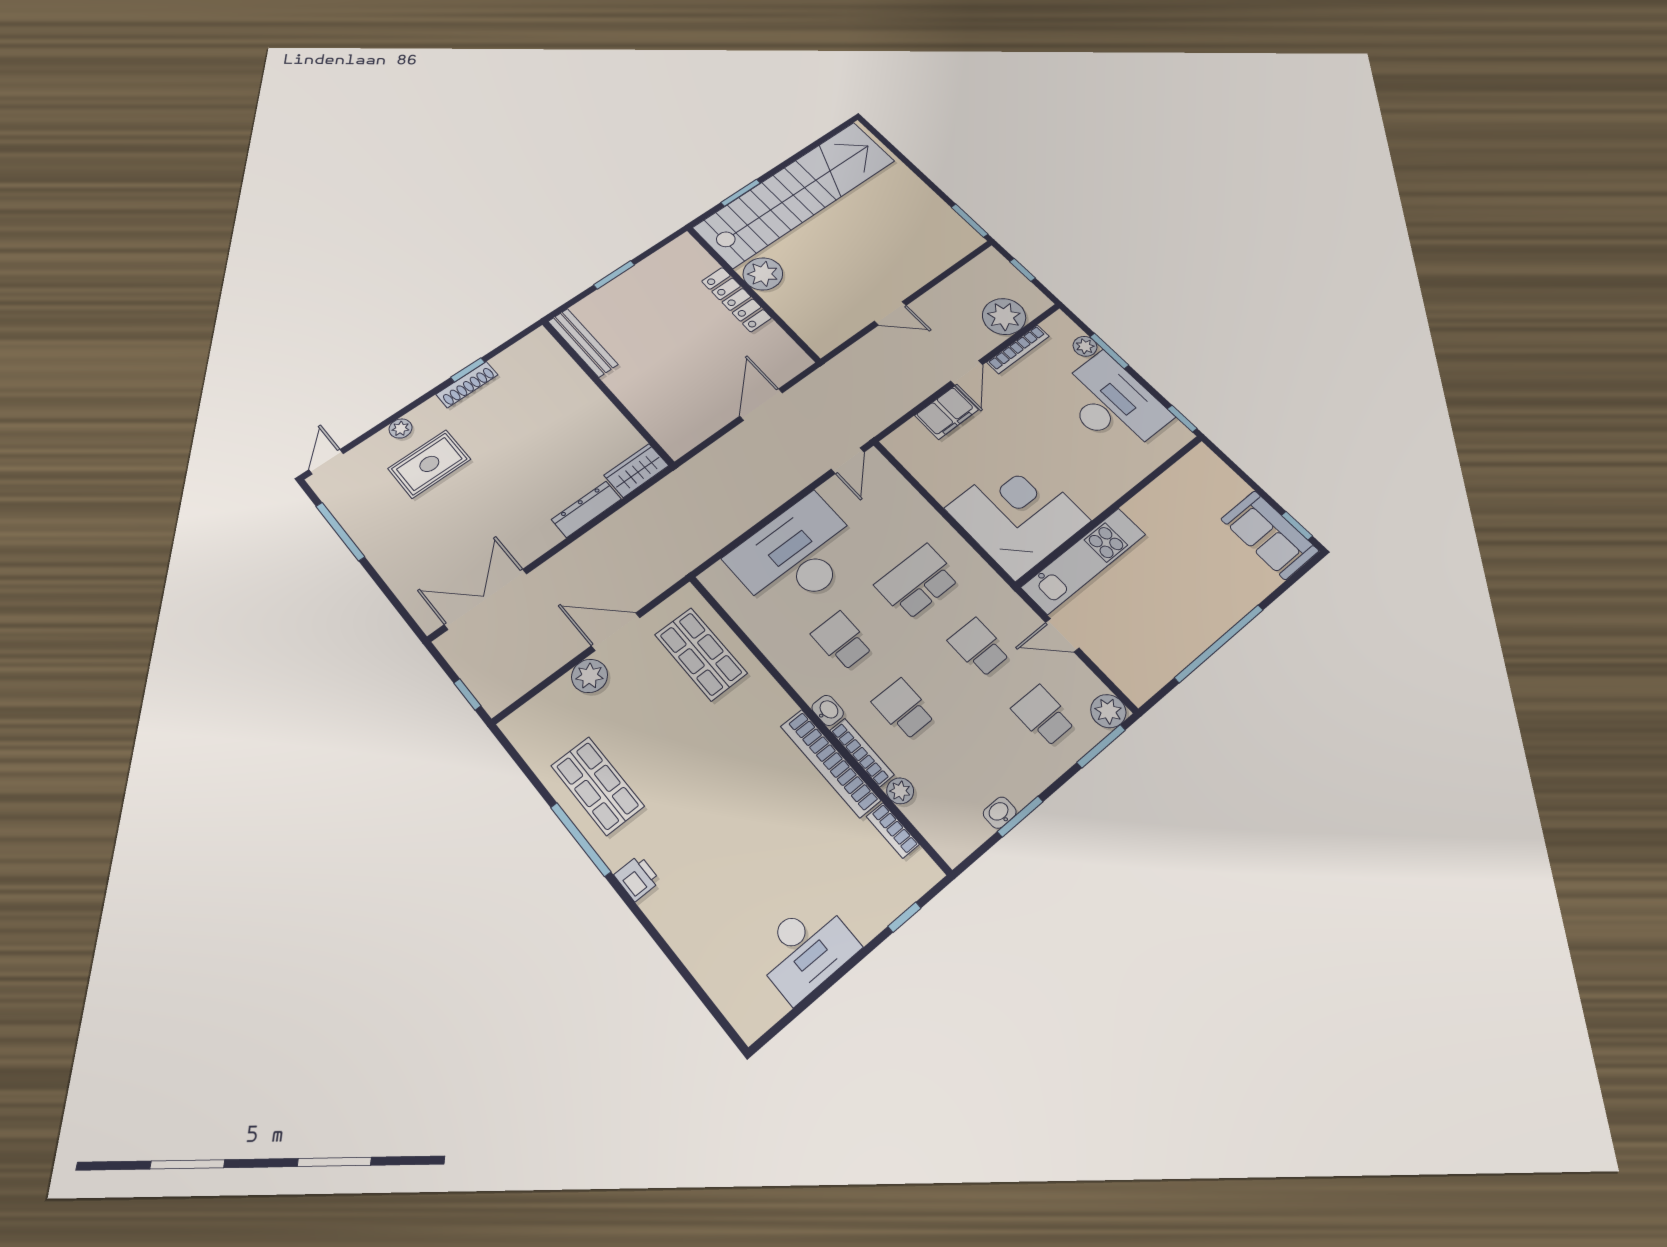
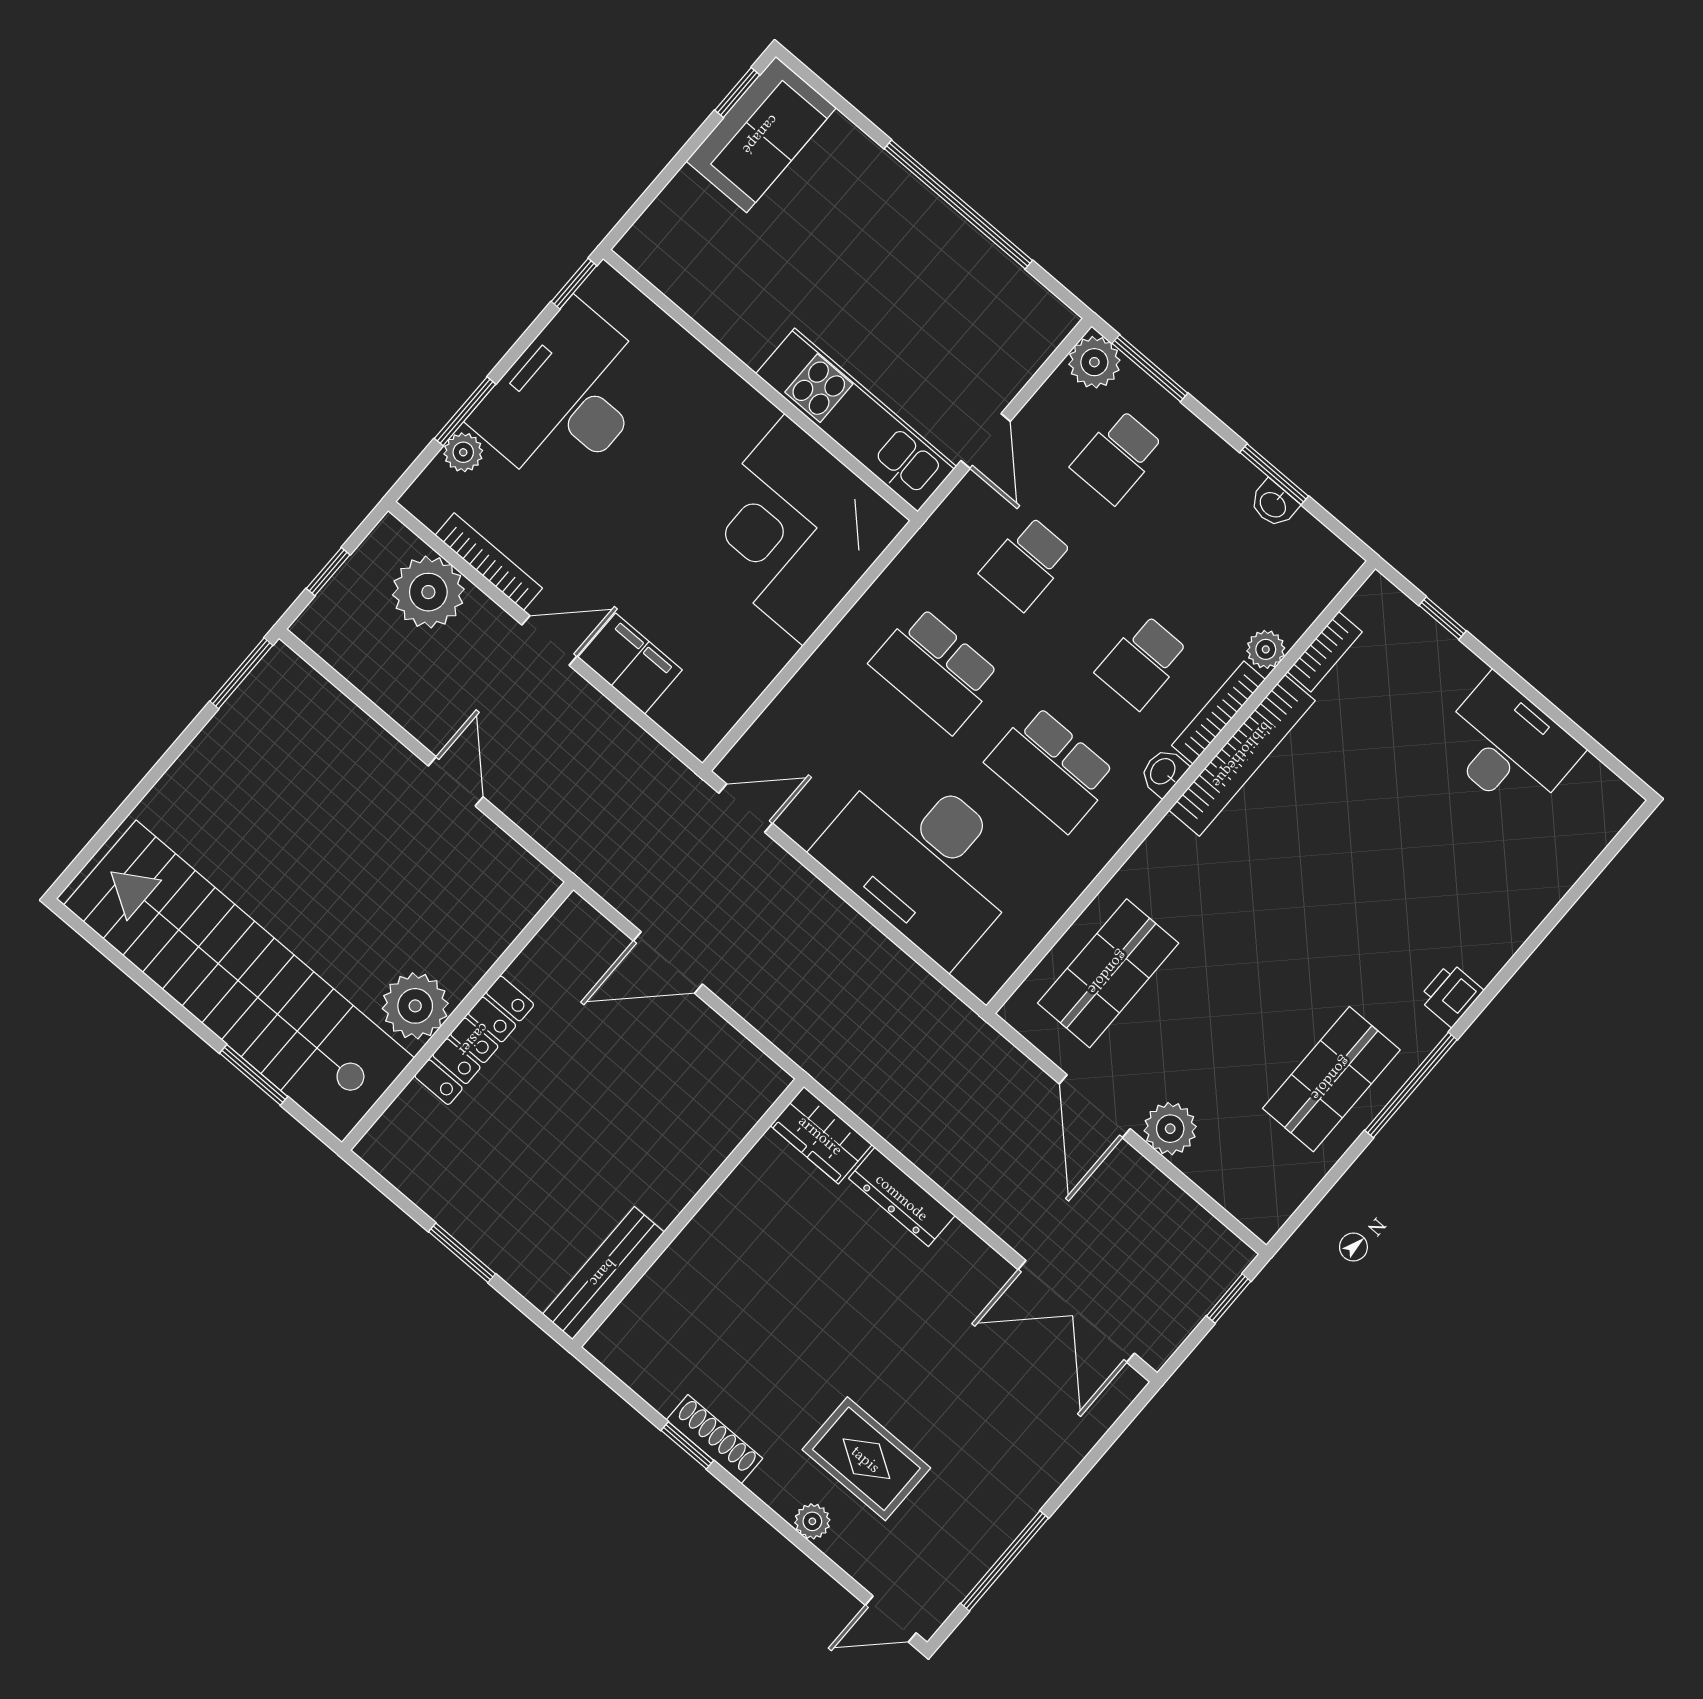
school desk: (842, 641) -> (1051, 769), width x1.85

